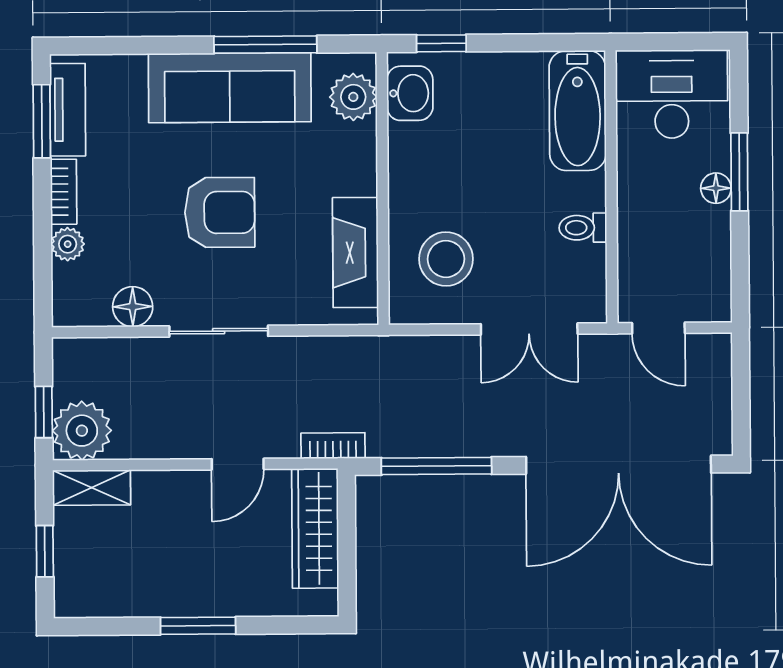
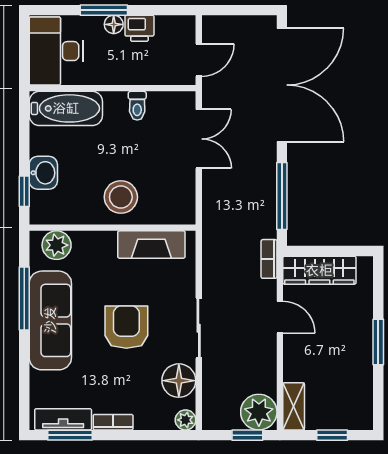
washbasin: (410, 93) -> (43, 173), moved, turned 90
printer: (710, 230) -> (139, 28), added
plant: (68, 244) -> (186, 420), moved
stool: (446, 259) -> (121, 197), moved
floor lamp: (133, 307) -> (179, 381), width x1.38, depth x1.38

